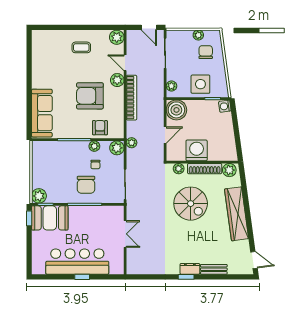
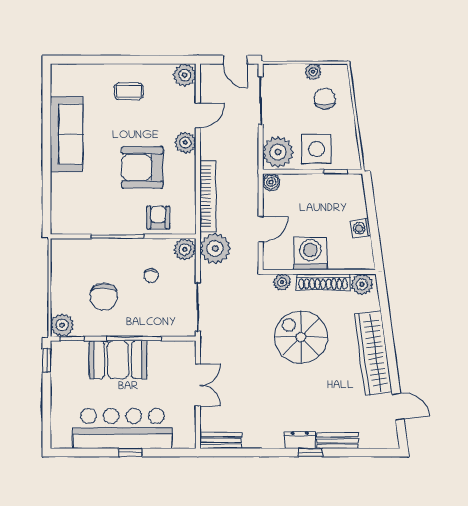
door: (125, 63) -> (198, 115), swing flipped
plant: (171, 86) -> (278, 152), width x1.87, depth x1.87
bookcase: (131, 98) -> (208, 196), moved
washing machine: (225, 106) -> (361, 228), moved
boiler: (176, 110) -> (271, 182), width x0.54, depth x0.54
sofa: (42, 113) -> (67, 134), moved
plant: (132, 143) -> (215, 248), width x1.87, depth x1.87
plant: (94, 146) -> (149, 247), removed
chair: (86, 185) -> (104, 297), moved
spiral stairs: (191, 204) -> (301, 337), turned 180
booth: (50, 218) -> (118, 360), moved
door: (254, 260) -> (398, 407), moved
bench: (140, 269) -> (221, 441), added
window: (186, 277) -> (310, 452), moved

